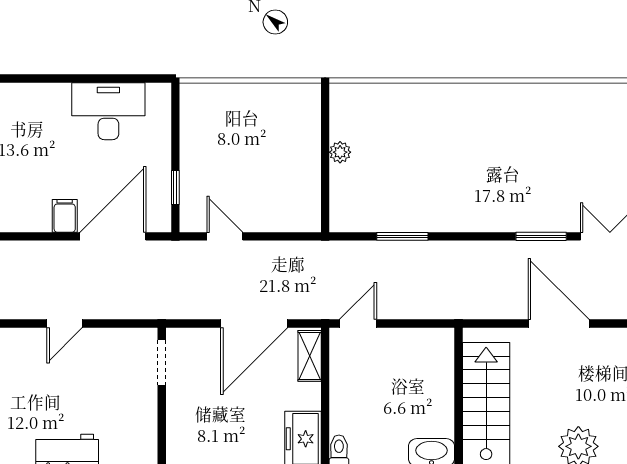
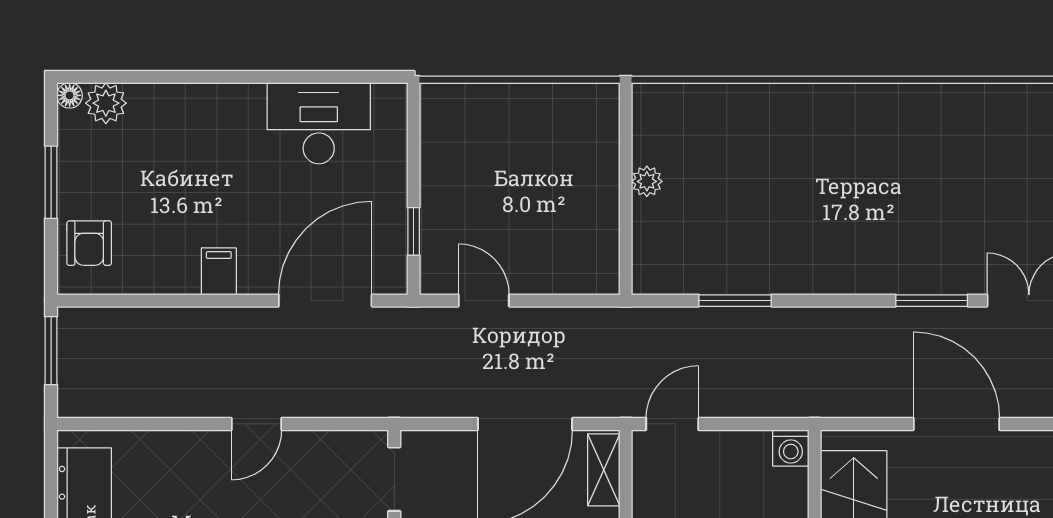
filing cabinet: (65, 216) -> (219, 271), moved
washing machine: (442, 340) -> (791, 448), added

